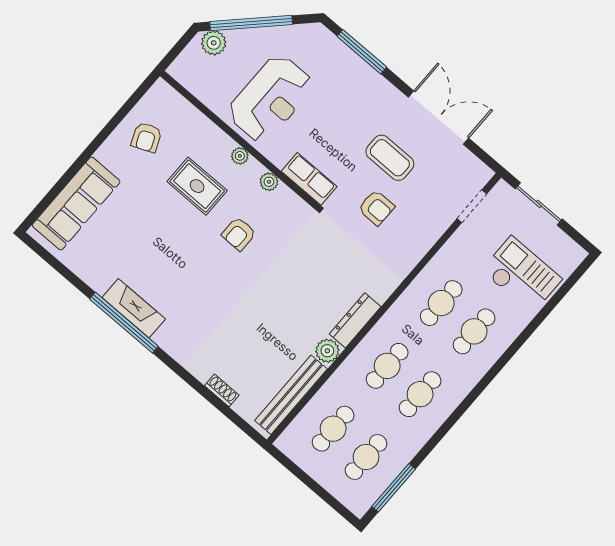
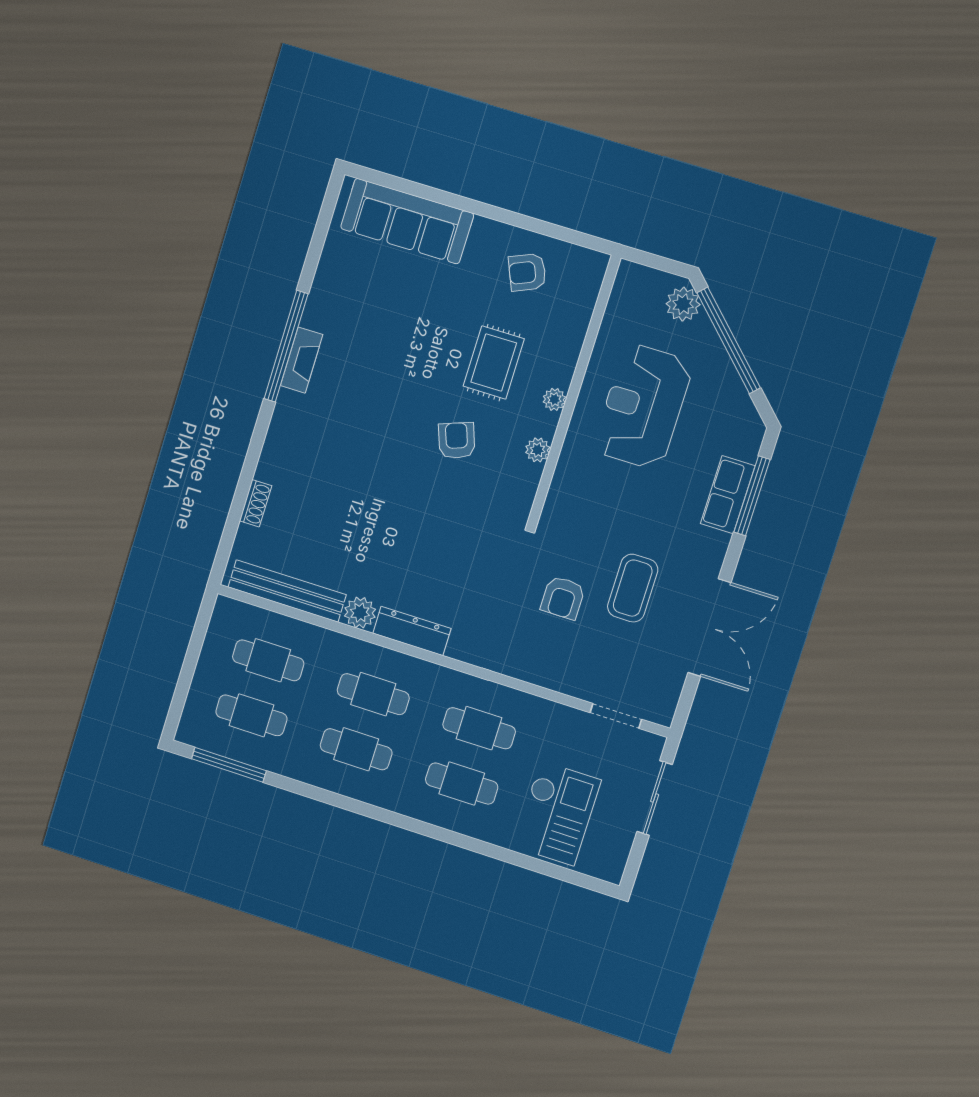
reception desk: (270, 99) -> (643, 406), turned 90
row of seats: (309, 179) -> (728, 495), moved, turned 180
armchair: (239, 234) -> (457, 440), turned 70
fireplace: (134, 308) -> (302, 360), width x0.73, depth x0.76

